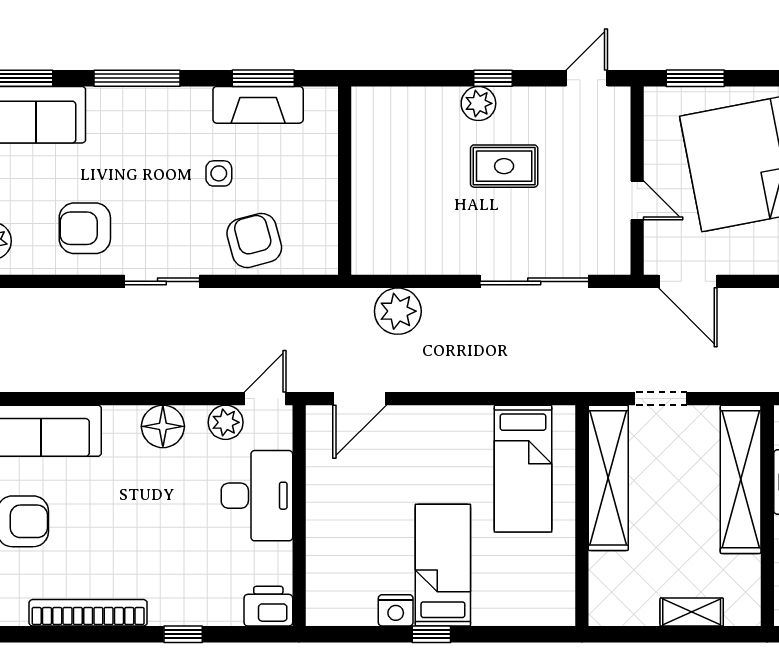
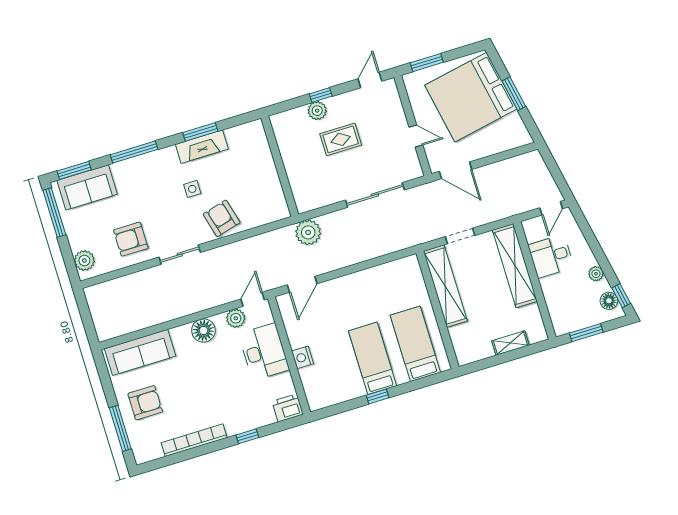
wall: (345, 181) -> (280, 166), moved
bed: (523, 469) -> (415, 344), moved, turned 180
nightstand: (396, 610) -> (303, 357), moved, turned 90

